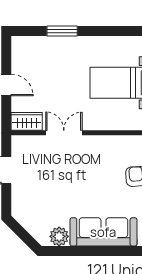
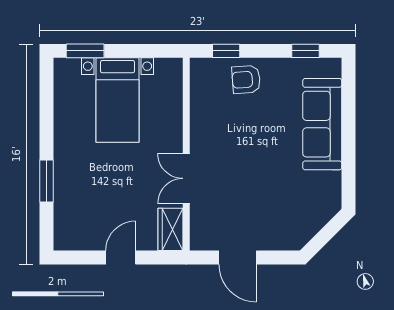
plant: (59, 236) -> (329, 185), removed

